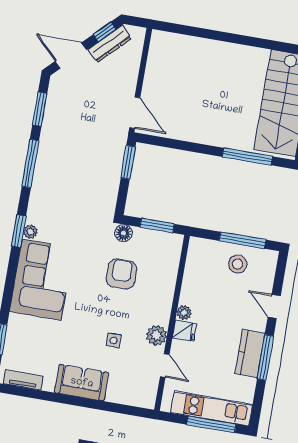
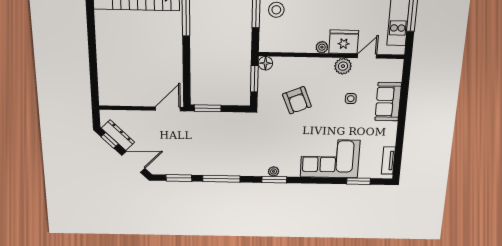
door: (71, 55) -> (133, 162), swing flipped
floor lamp: (124, 233) -> (265, 63), moved
armchair: (121, 274) -> (297, 100), turned -112
corner sofa: (42, 280) -> (330, 159), moved
fridge: (184, 331) -> (344, 42), width x1.88, depth x1.34
sofa: (82, 383) -> (388, 102), moved

